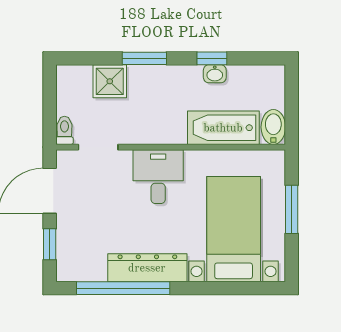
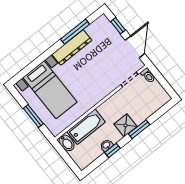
shower: (110, 81) -> (126, 125), moved
desk: (158, 177) -> (96, 87), removed
window: (123, 288) -> (75, 32), width x0.68

